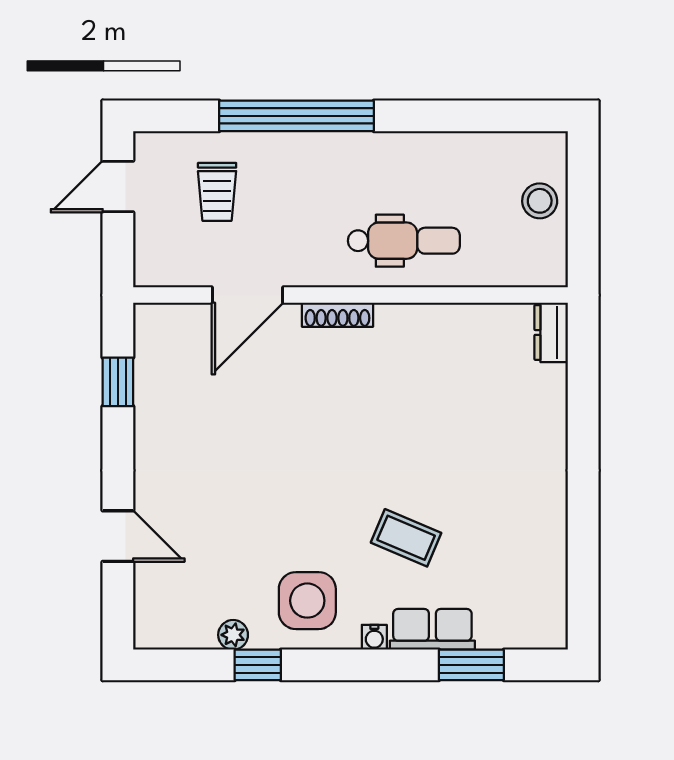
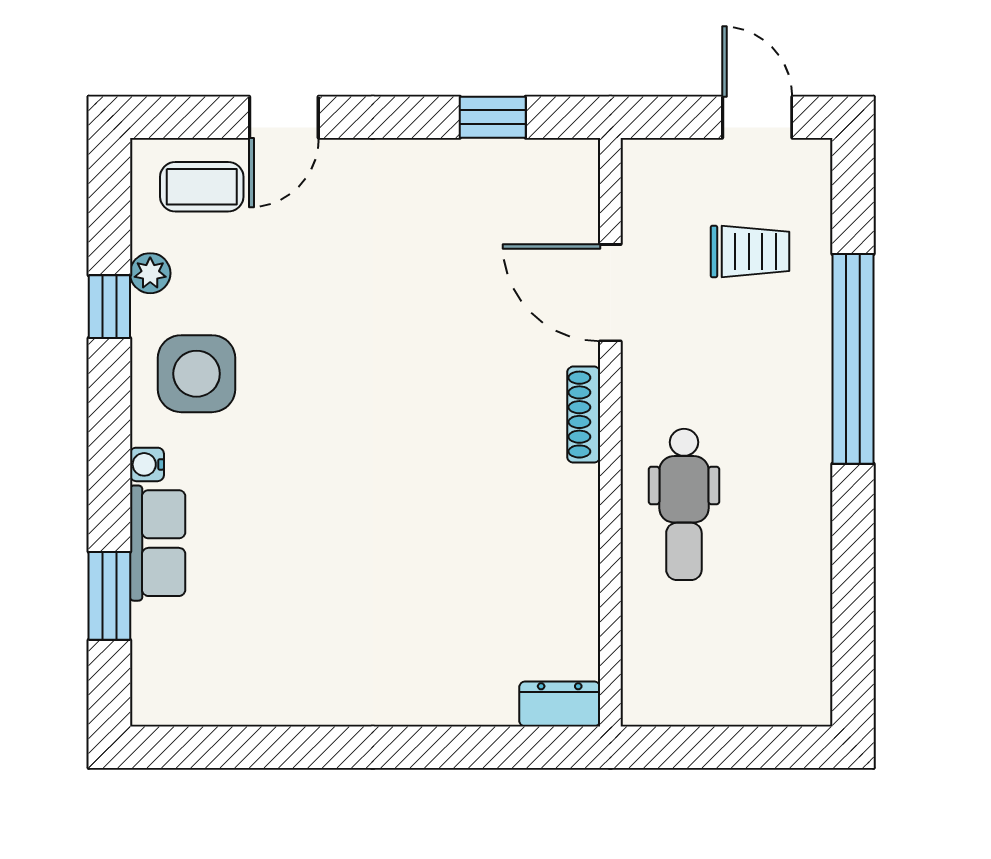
trolley: (217, 192) -> (750, 251), turned 180
stool: (540, 201) -> (738, 688), removed
coffee table: (406, 538) -> (202, 187), moved, turned 67

